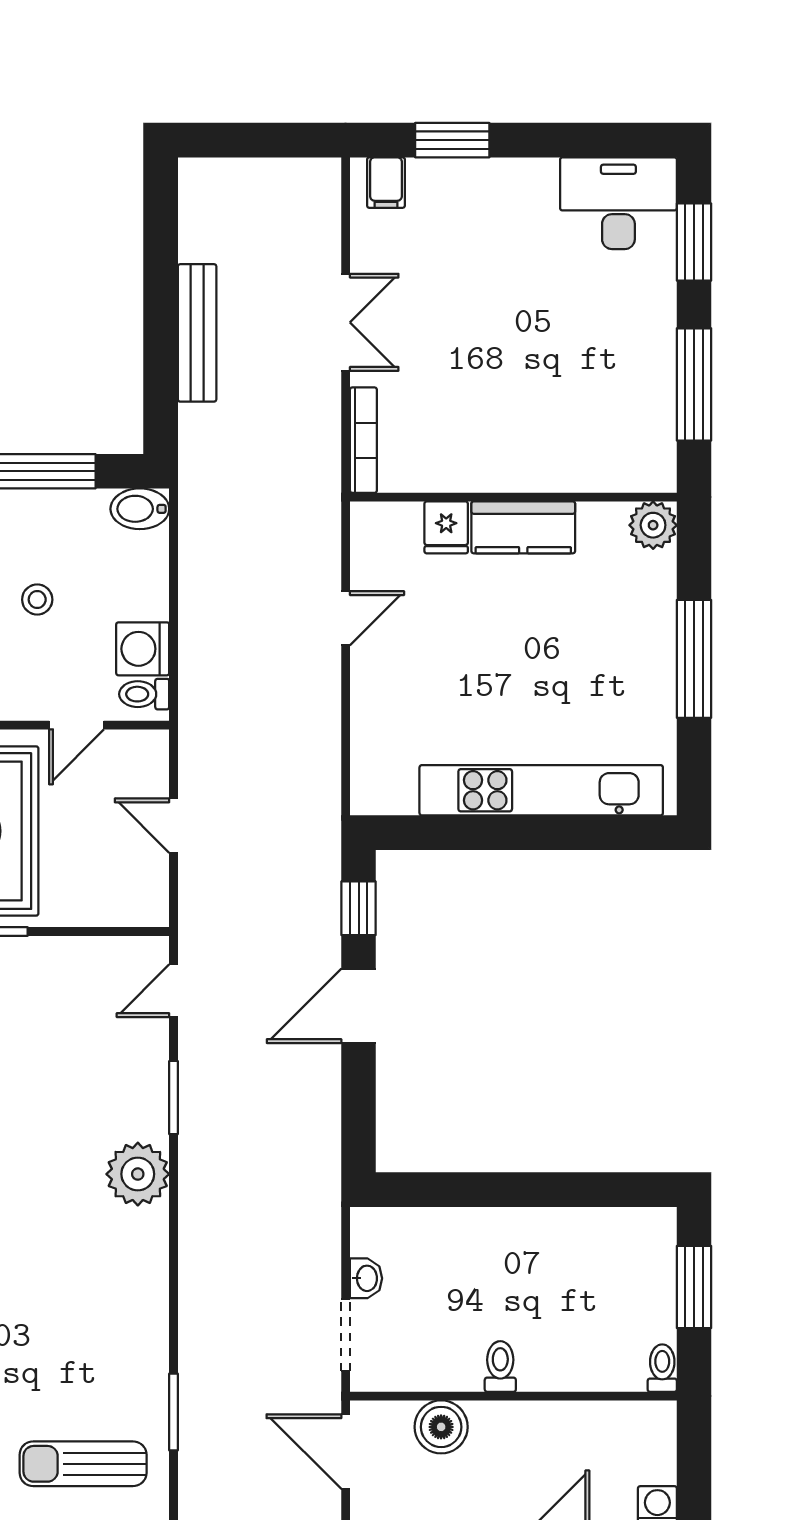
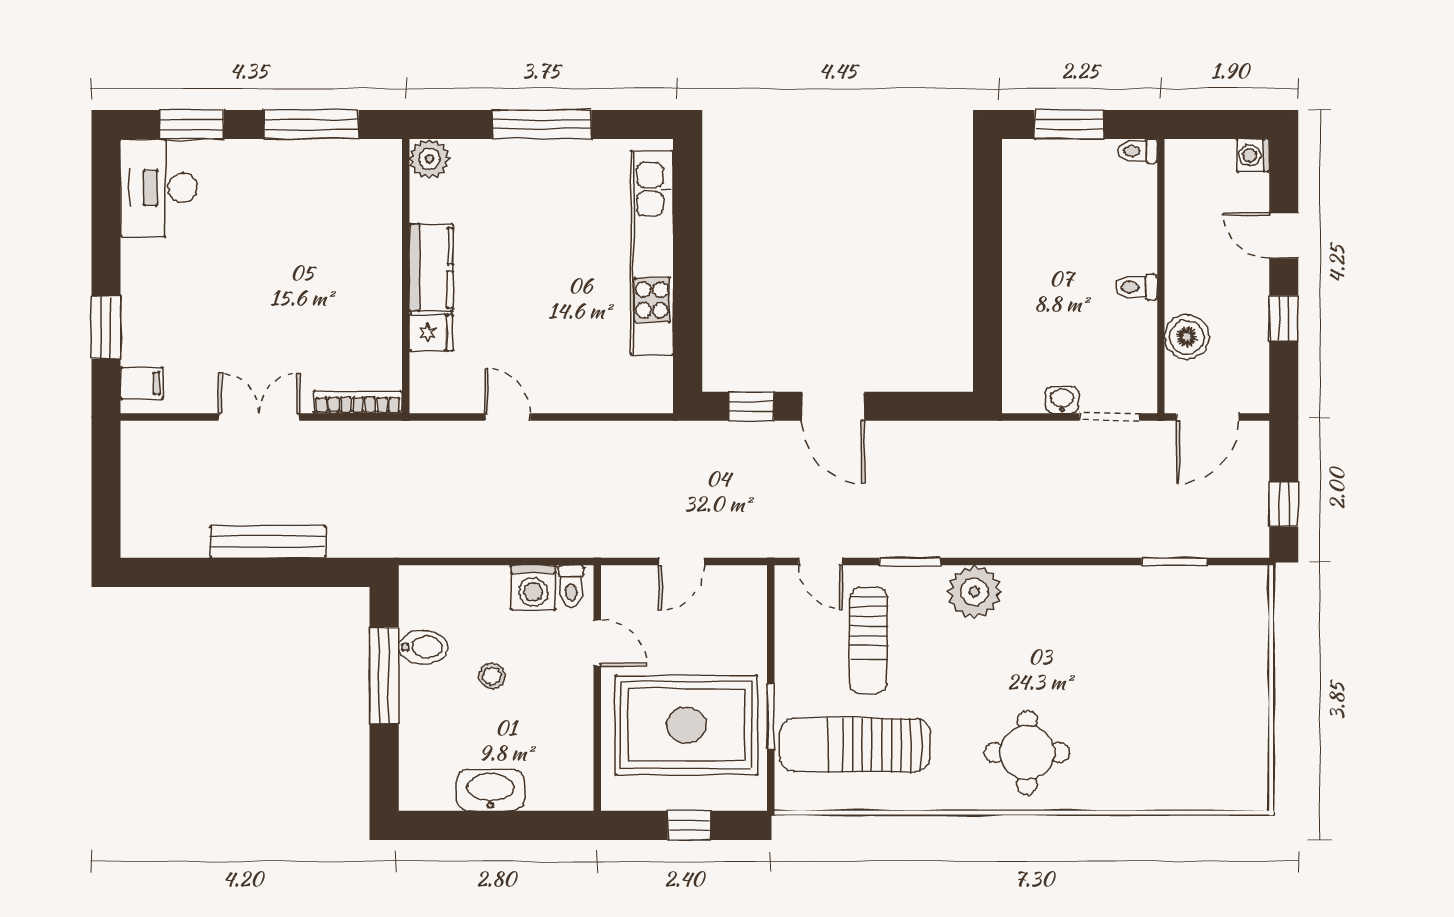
bidet: (140, 509) -> (423, 647), moved, turned -90
sun lounger: (83, 1464) -> (868, 640), moved

